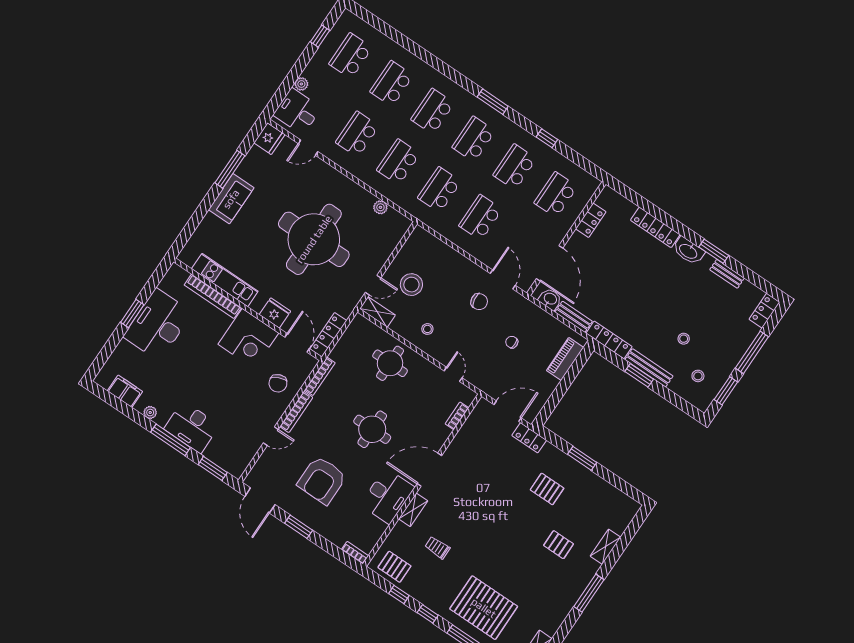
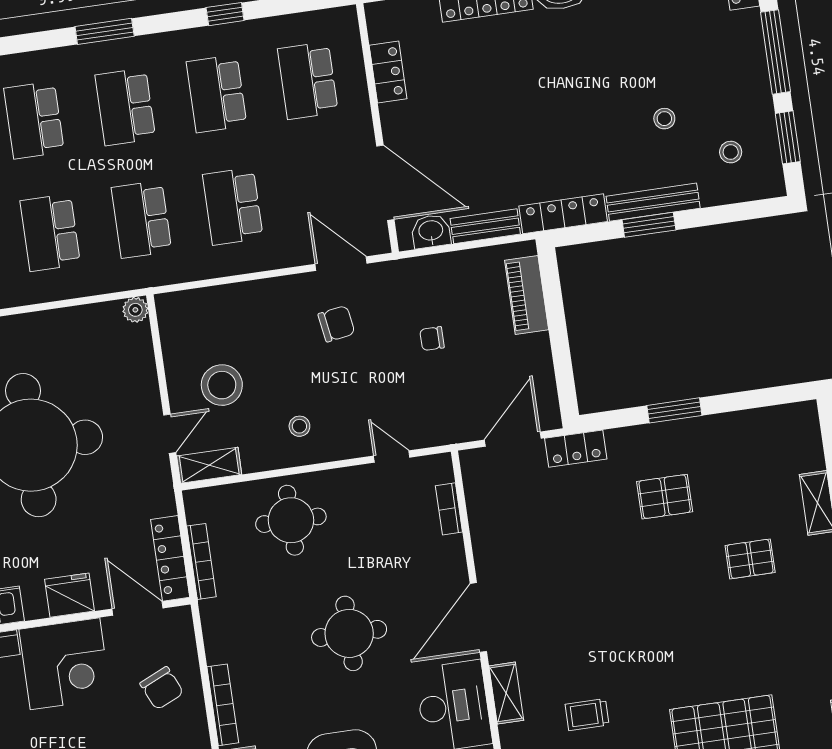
plant: (380, 207) -> (135, 310), moved
bookcase: (320, 376) -> (201, 561), moved

